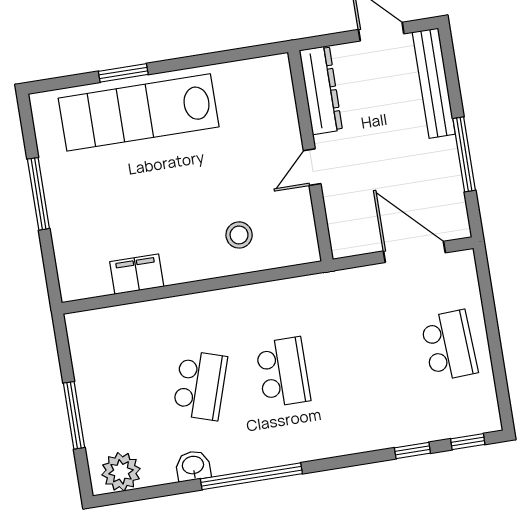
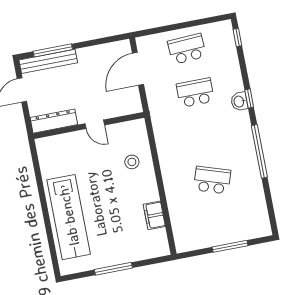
window: (123, 73) -> (48, 226), removed
window: (464, 154) -> (53, 50), moved
school desk: (283, 372) -> (195, 93), moved
window: (412, 450) -> (249, 99), moved
washbasin: (193, 466) -> (239, 101), moved
plant: (121, 472) -> (259, 220), removed

